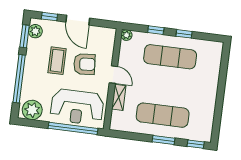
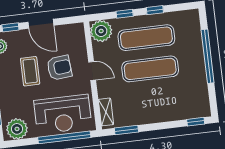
plant: (126, 35) -> (101, 31), width x1.87, depth x1.87
window: (221, 88) -> (208, 56), added
shelving: (119, 97) -> (106, 112), moved
exercise mat: (163, 115) -> (150, 69), moved
window: (163, 140) -> (126, 130), moved

